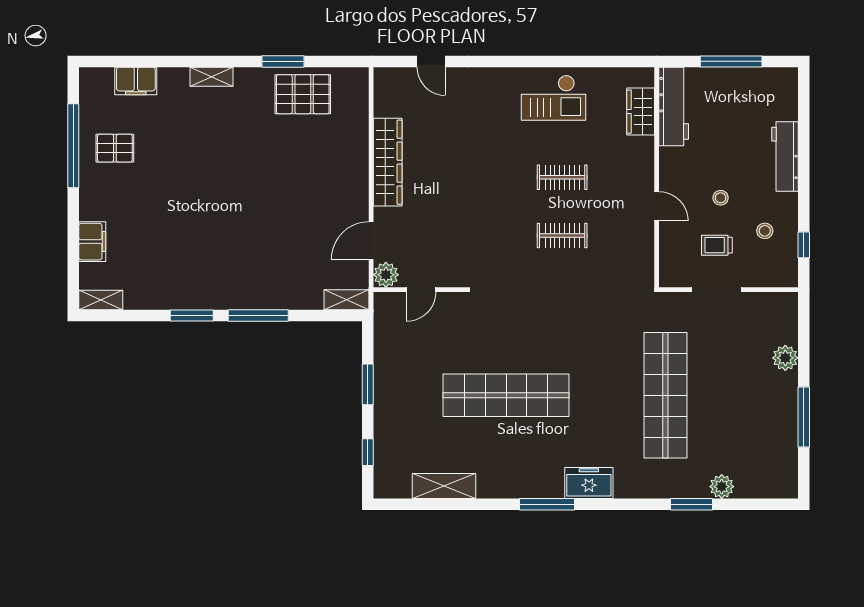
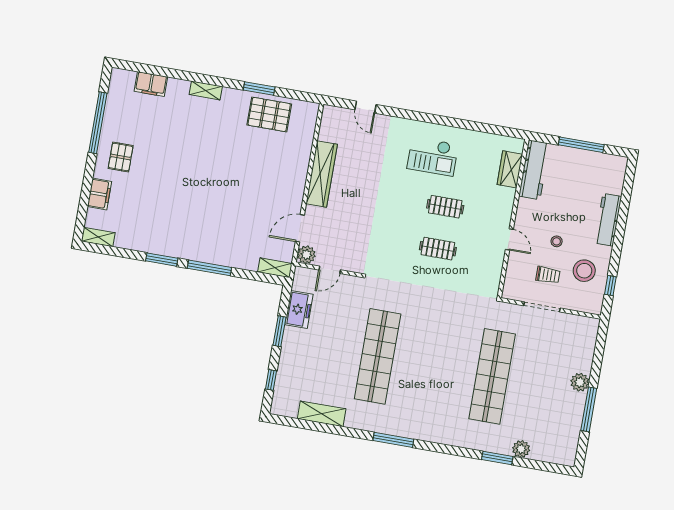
checkout: (553, 98) -> (433, 156), moved
pallet: (115, 148) -> (121, 157), moved, turned 90
stool: (765, 231) -> (584, 271), width x1.89, depth x1.89
trolley: (717, 245) -> (548, 275), turned 180
plant: (785, 358) -> (580, 382), moved
shop shelf: (506, 395) -> (378, 356), turned 90
freezer: (589, 483) -> (299, 310), moved, turned 90

